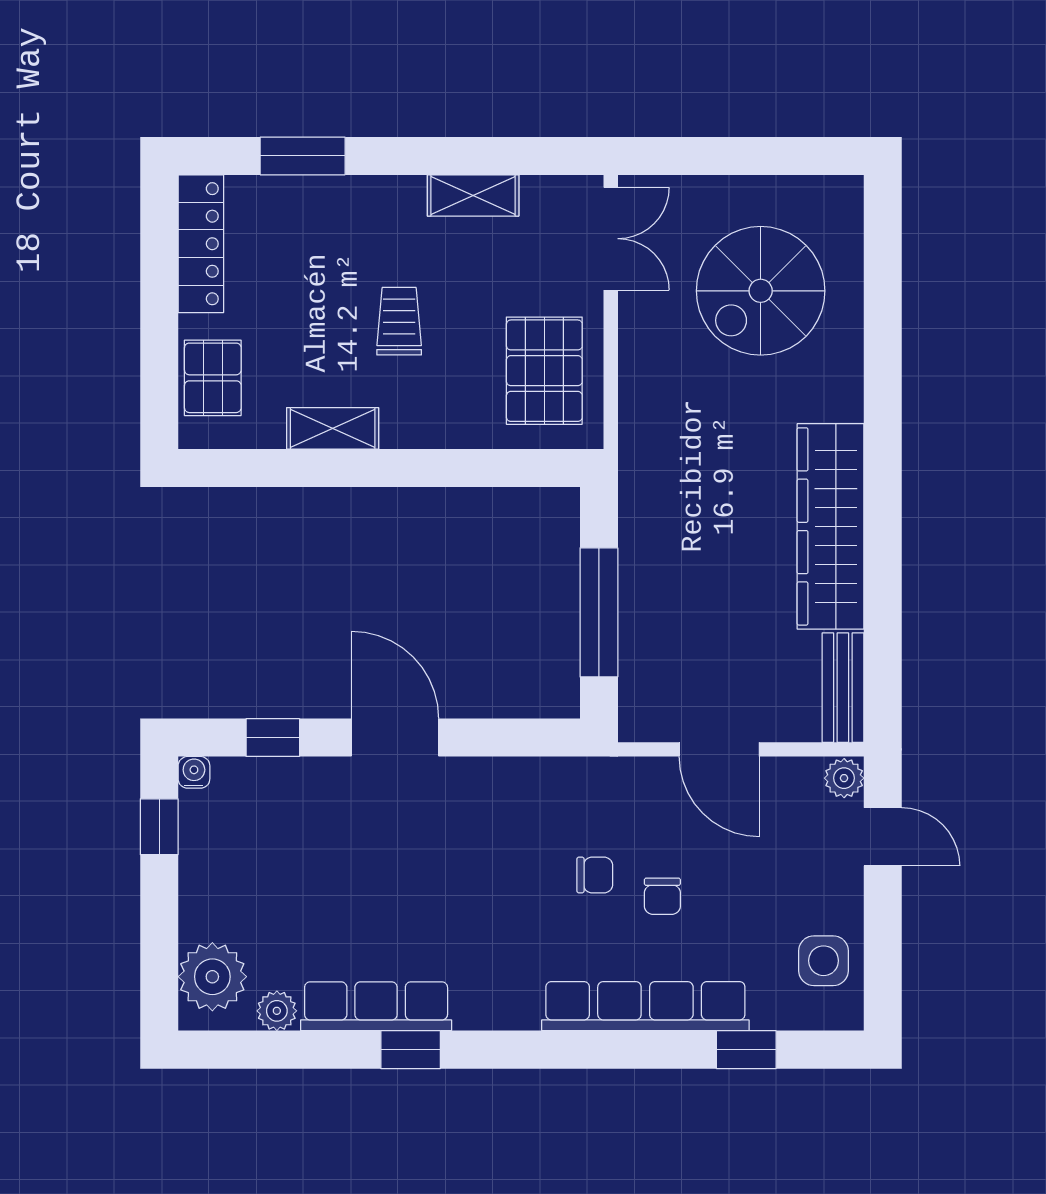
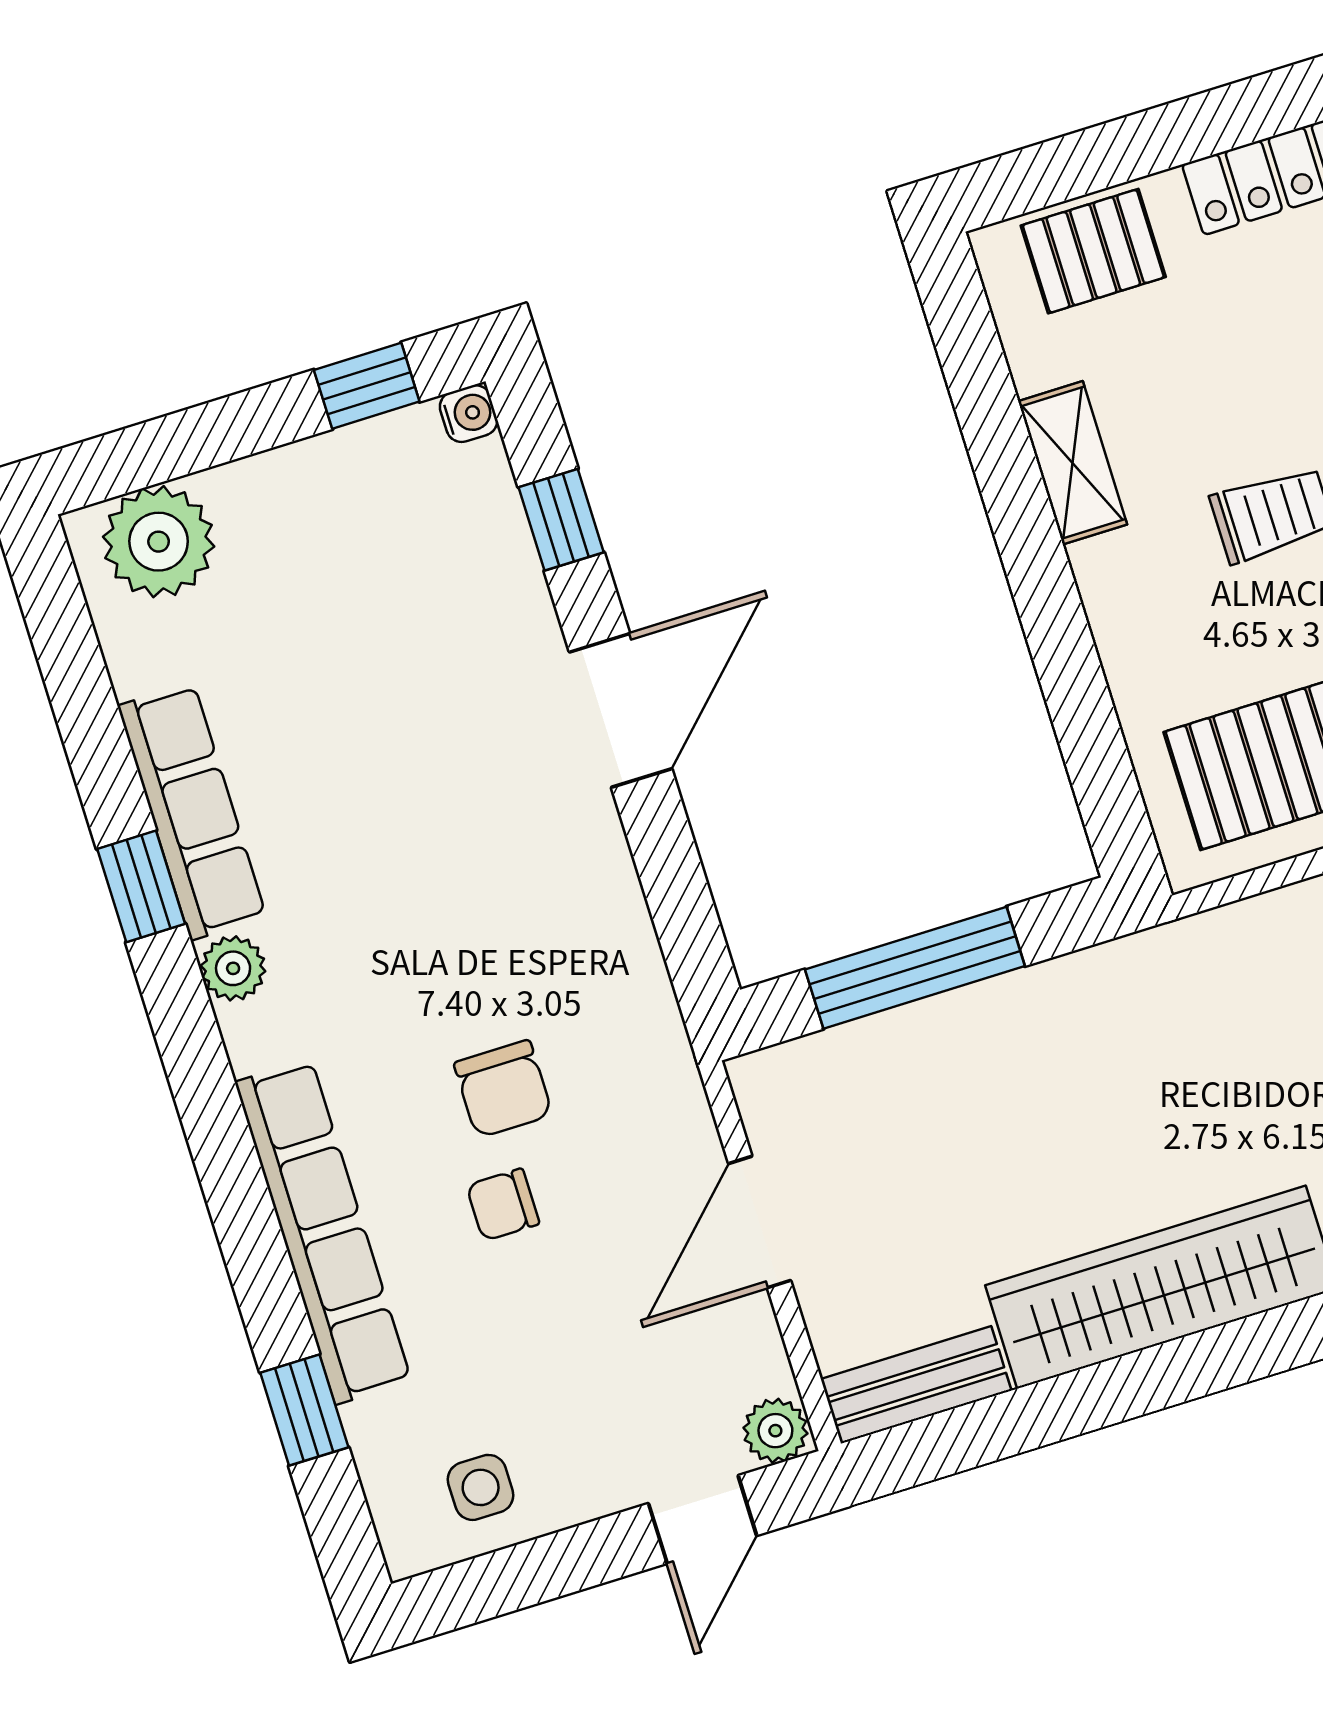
chair: (595, 875) -> (503, 1089), width x1.37, depth x1.37
side table: (824, 961) -> (481, 1487), width x0.73, depth x0.73
plant: (277, 1011) -> (233, 968), moved

